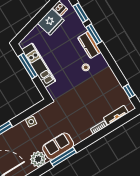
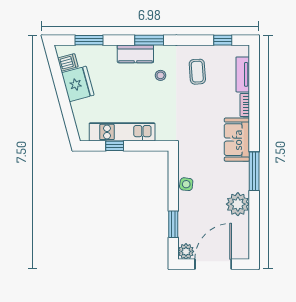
window: (94, 34) -> (149, 40), moved
window: (28, 66) -> (115, 146), width x0.46
coffee table: (101, 88) -> (197, 72), added
sofa: (58, 146) -> (237, 140), moved

